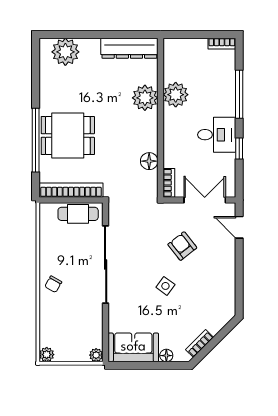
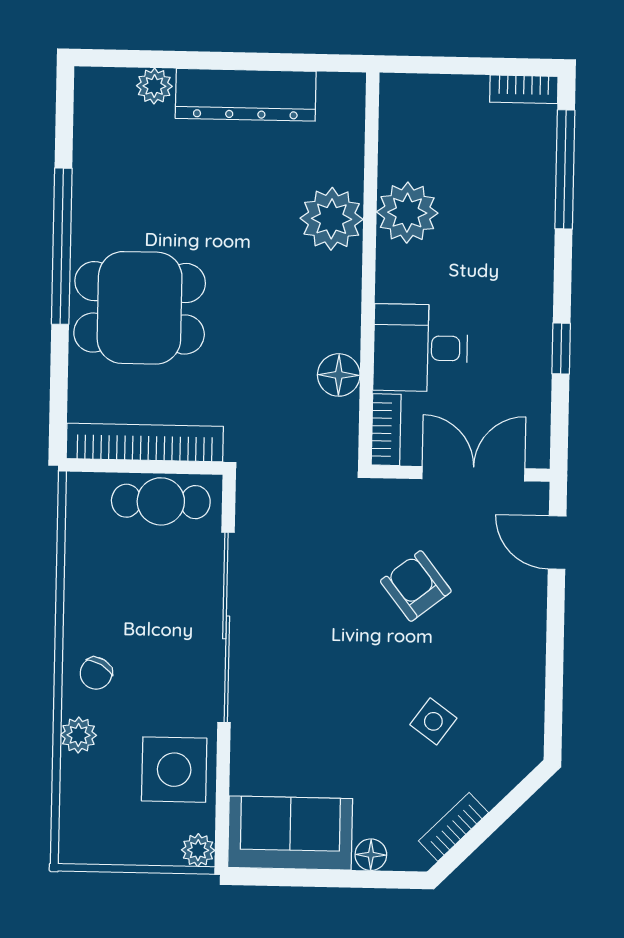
dresser: (129, 48) -> (246, 95), moved
plant: (65, 52) -> (154, 86), width x0.53, depth x0.53
window: (239, 94) -> (565, 169), moved
desk: (217, 135) -> (420, 348), moved, turned 180
window: (36, 140) -> (62, 246), moved
side table: (165, 286) -> (433, 721), moved
side table: (86, 323) -> (174, 770), added
plant: (47, 355) -> (78, 735), moved

